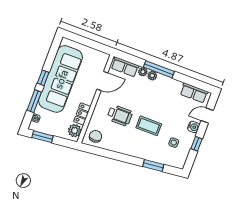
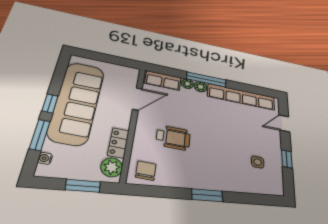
row of seats: (194, 93) -> (241, 97), width x2.02
coffee table: (149, 126) -> (217, 146), removed
water cooler: (193, 127) -> (274, 139), removed
window: (42, 137) -> (83, 186), moved
window: (153, 165) -> (207, 195), moved

